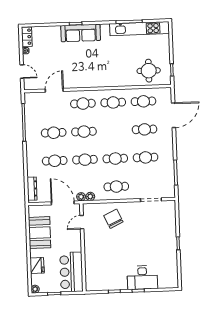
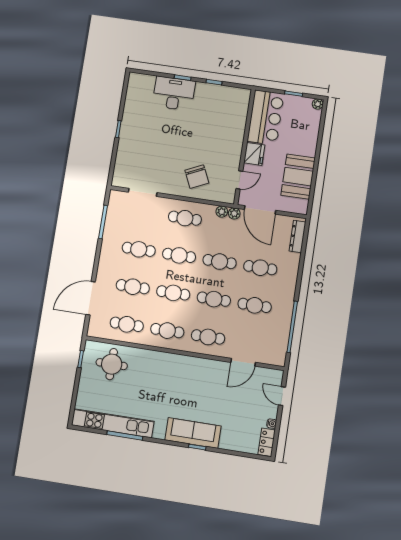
cafe table: (114, 130) -> (173, 293), added
fridge: (37, 265) -> (254, 154), moved, turned 180

